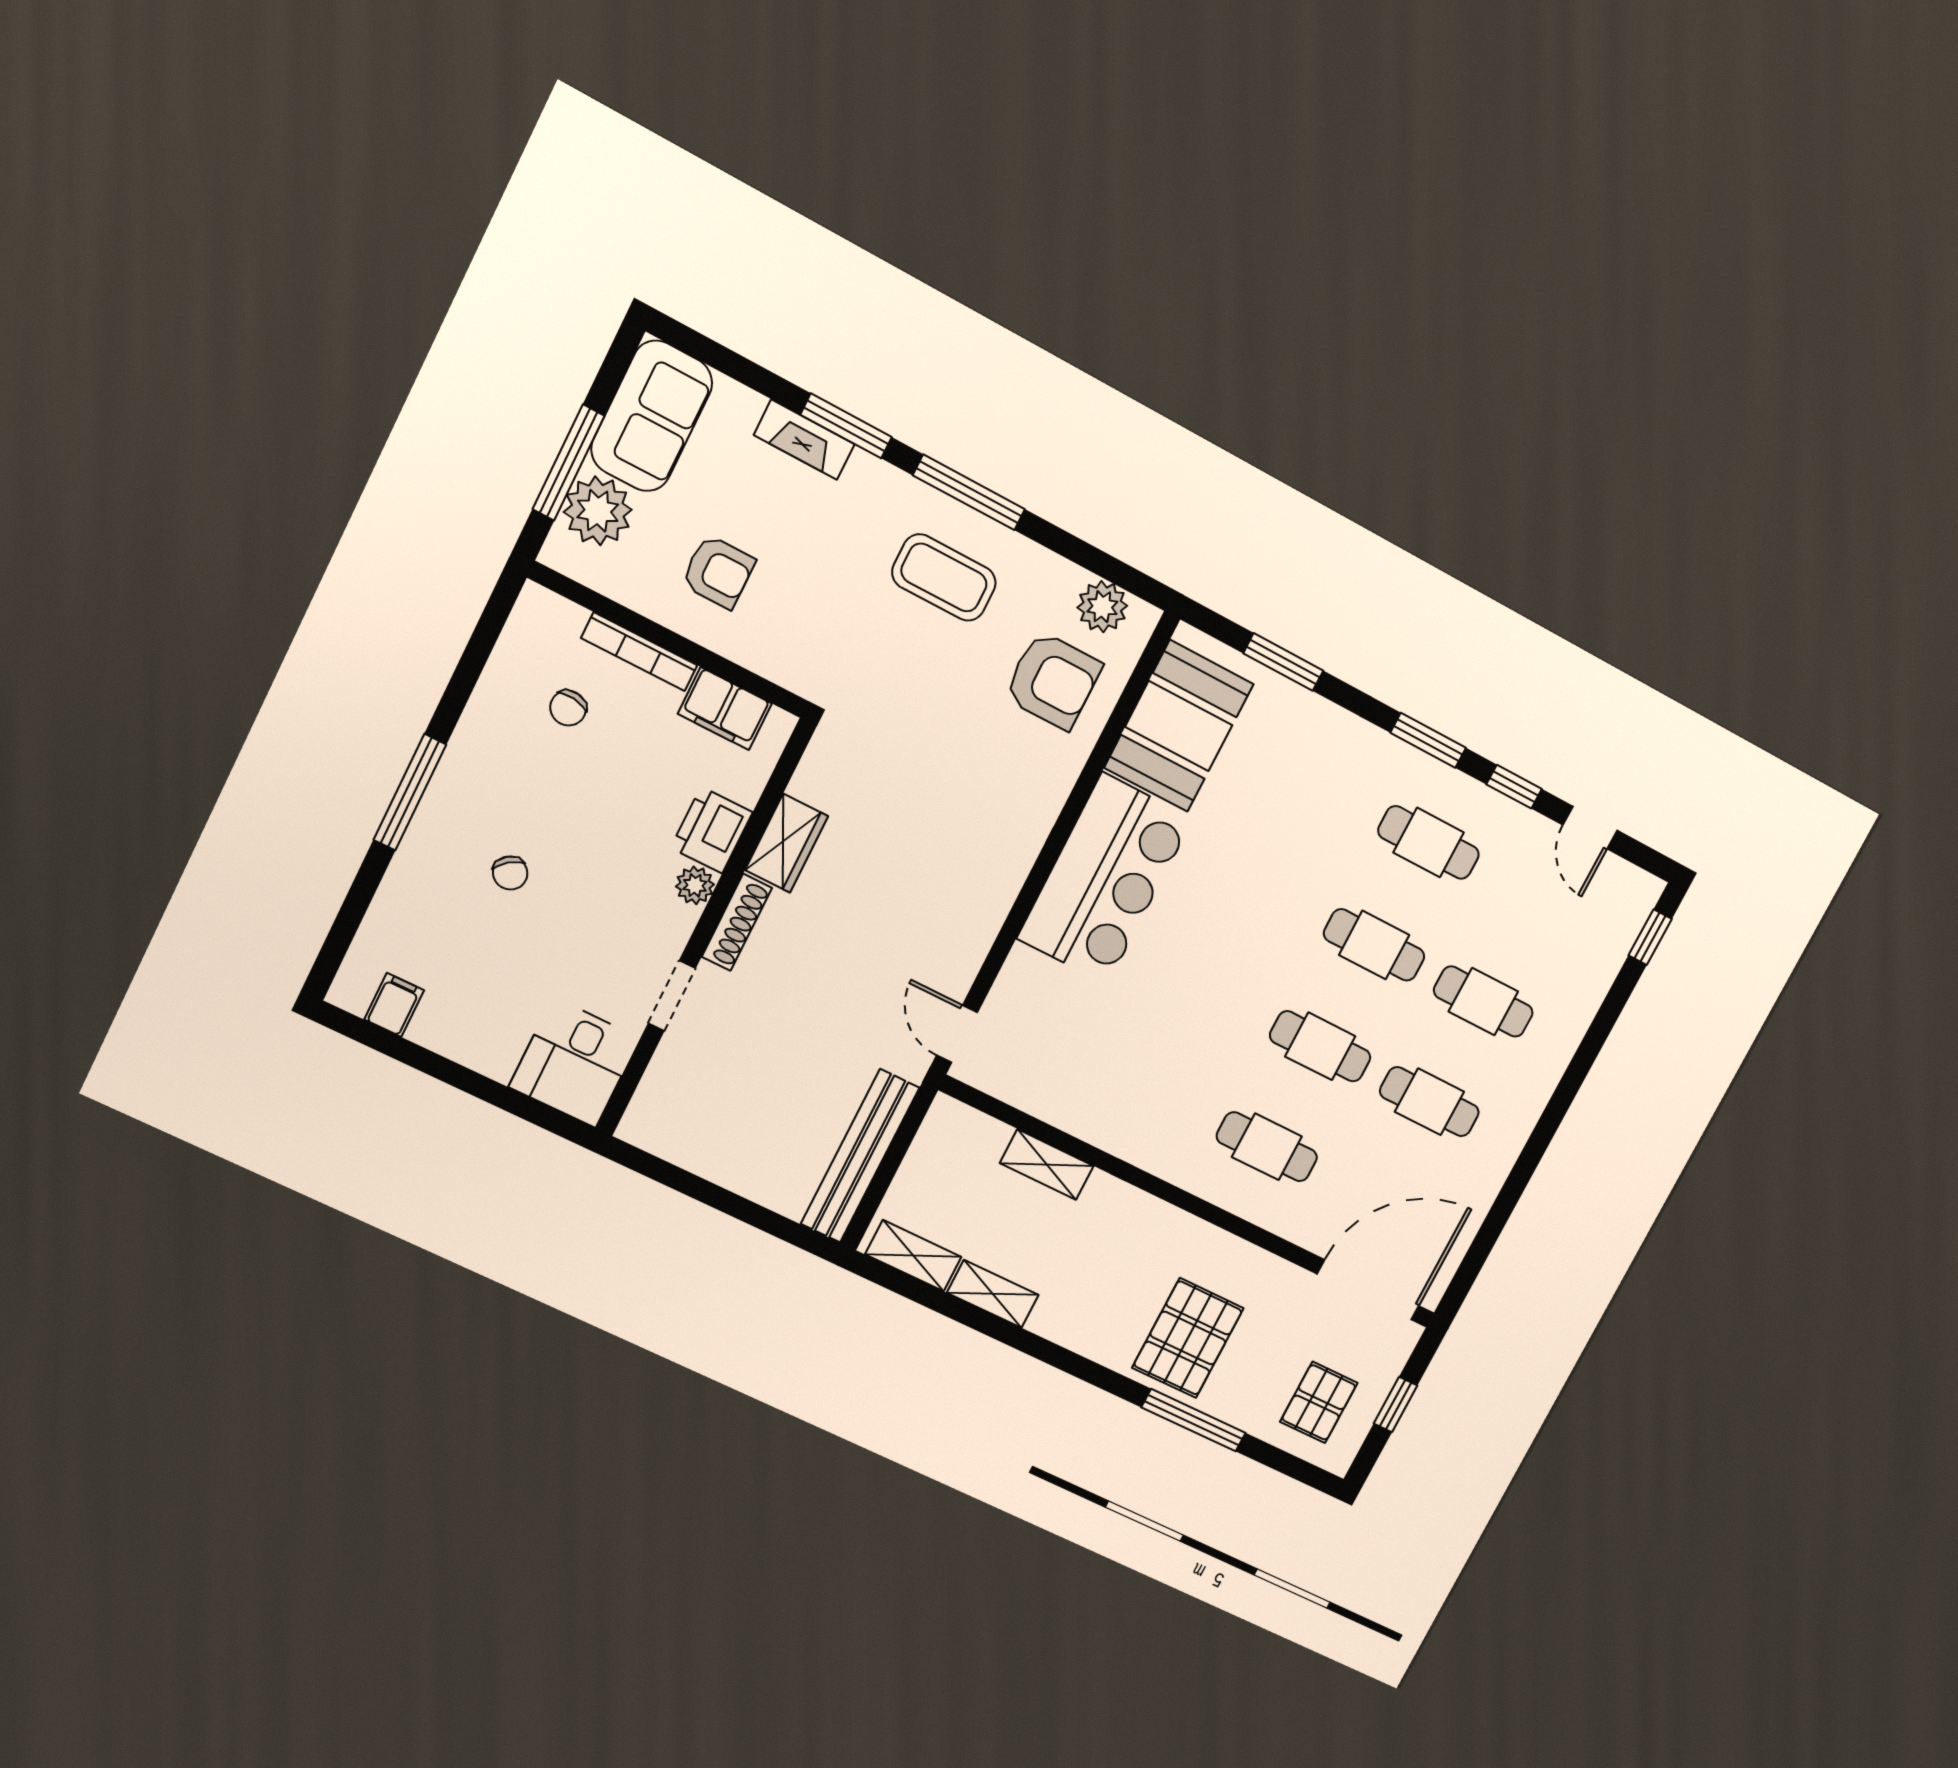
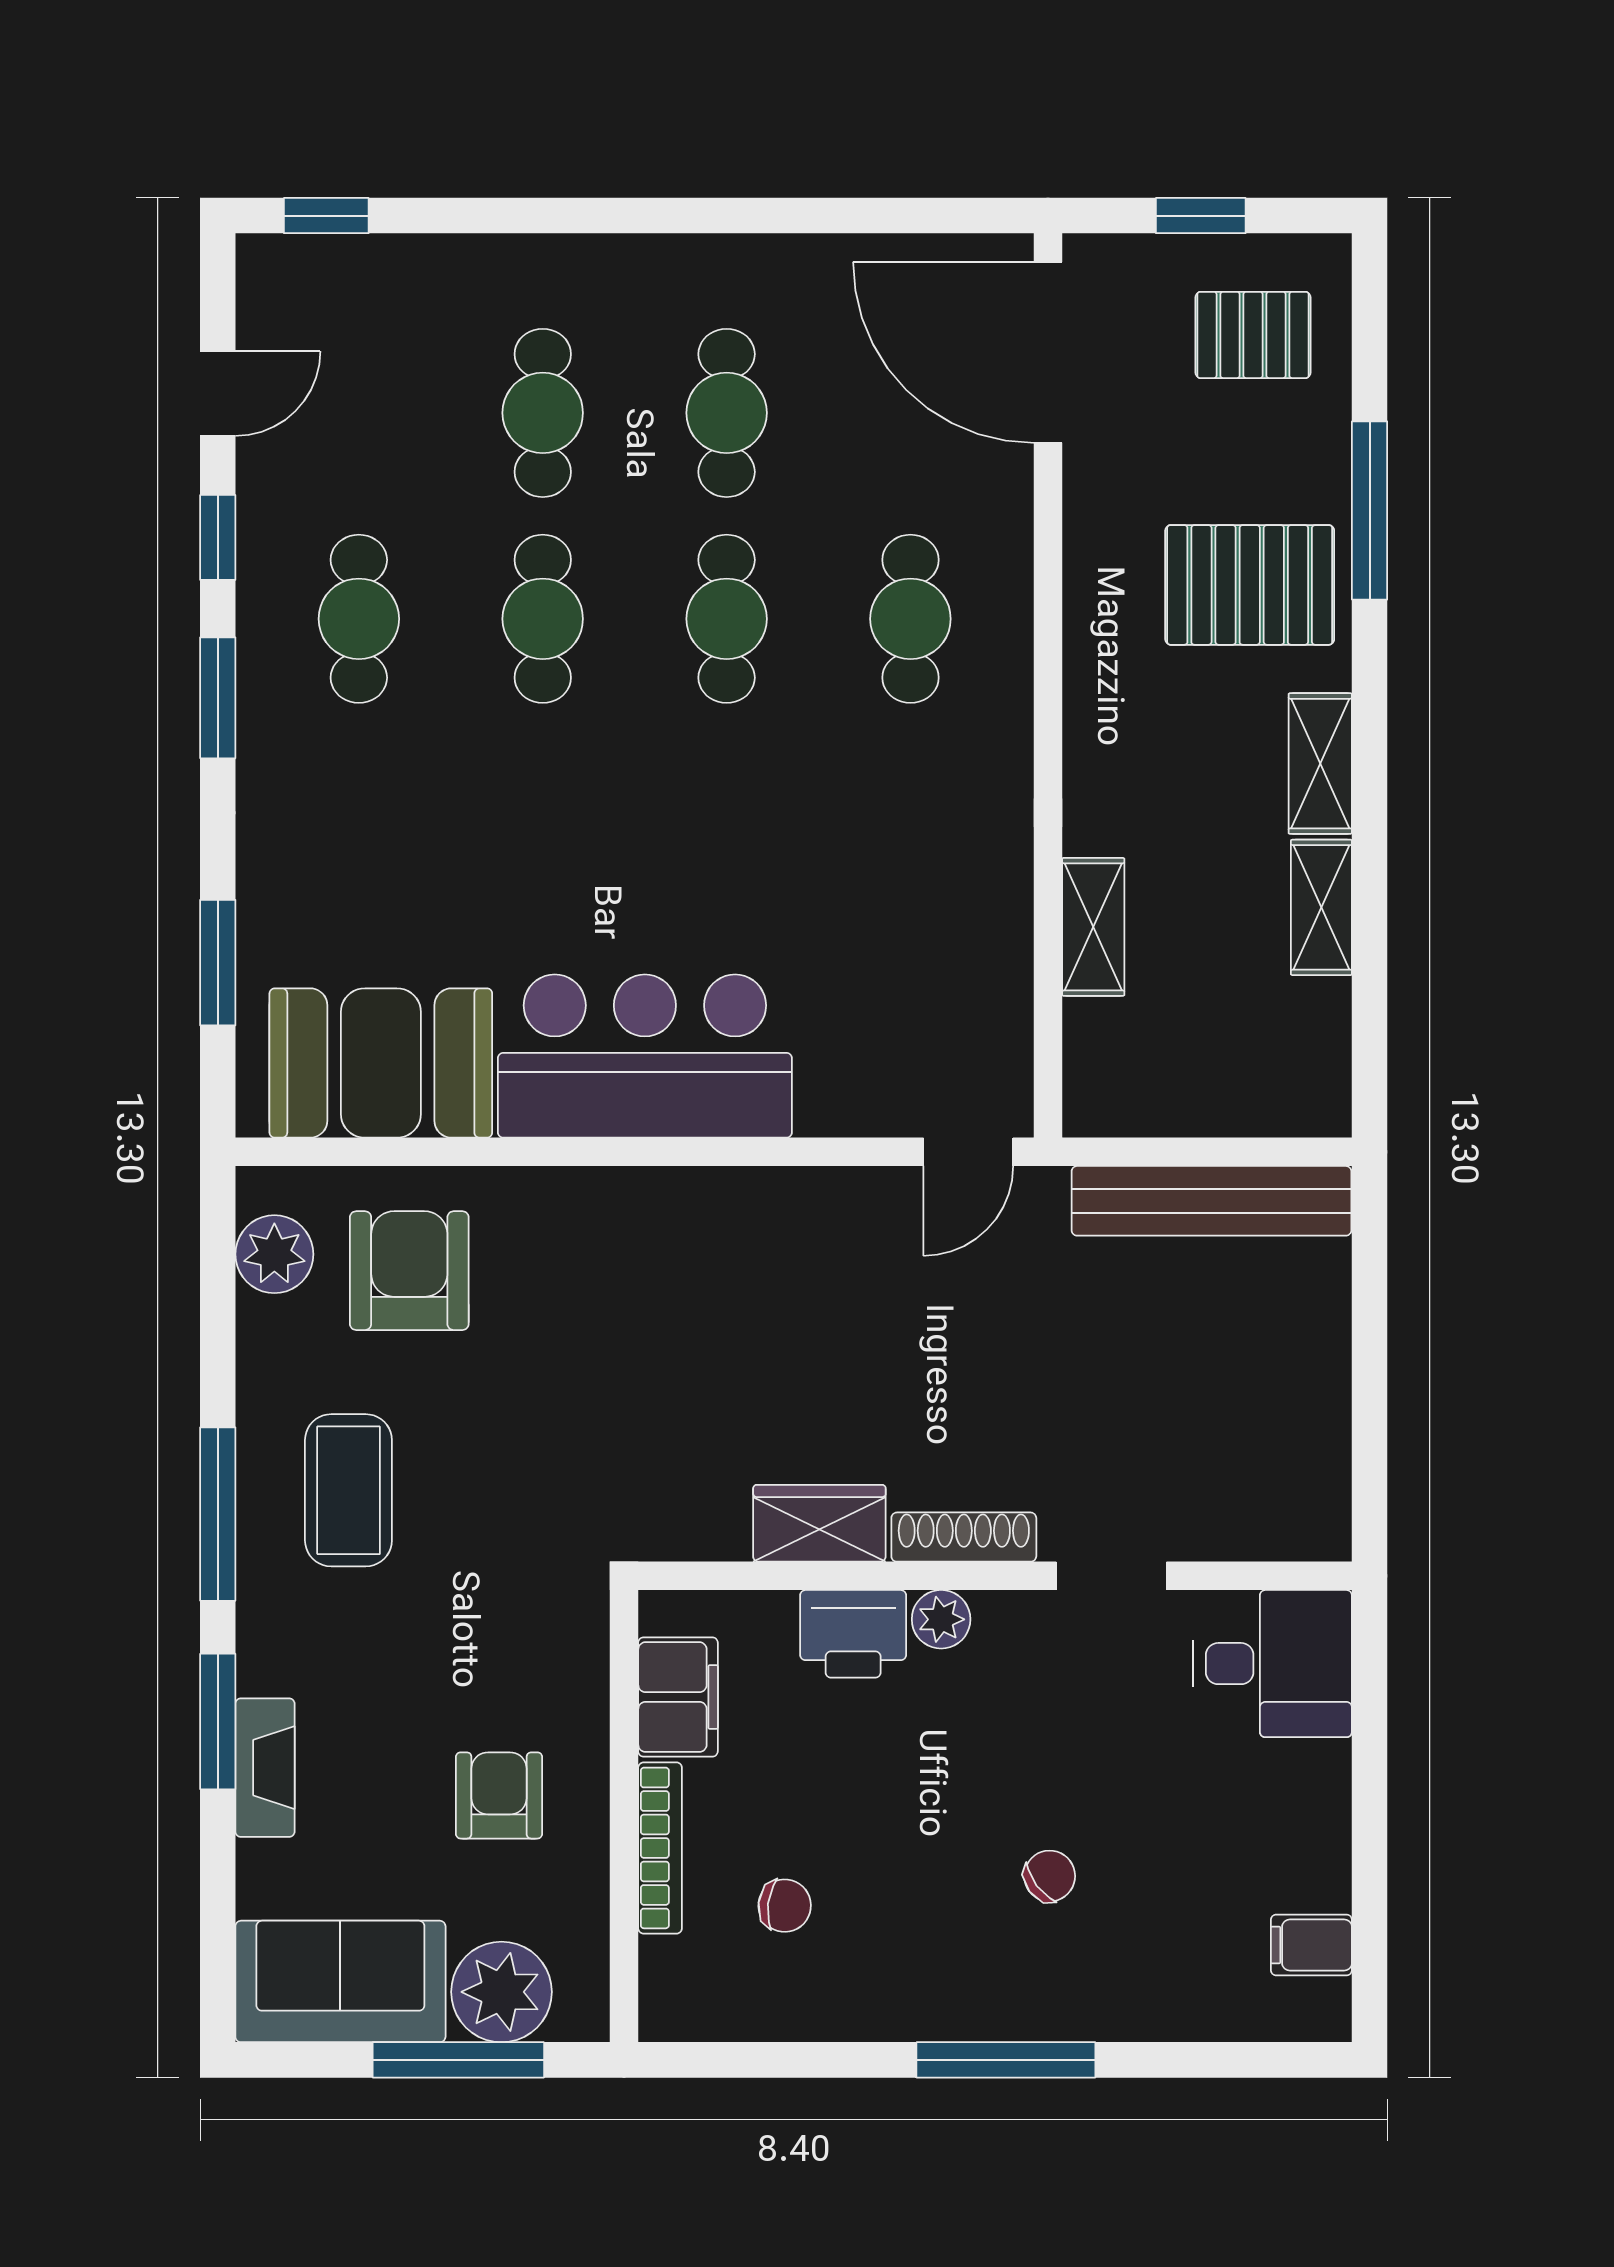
shelving: (913, 1256) -> (1320, 764), moved

